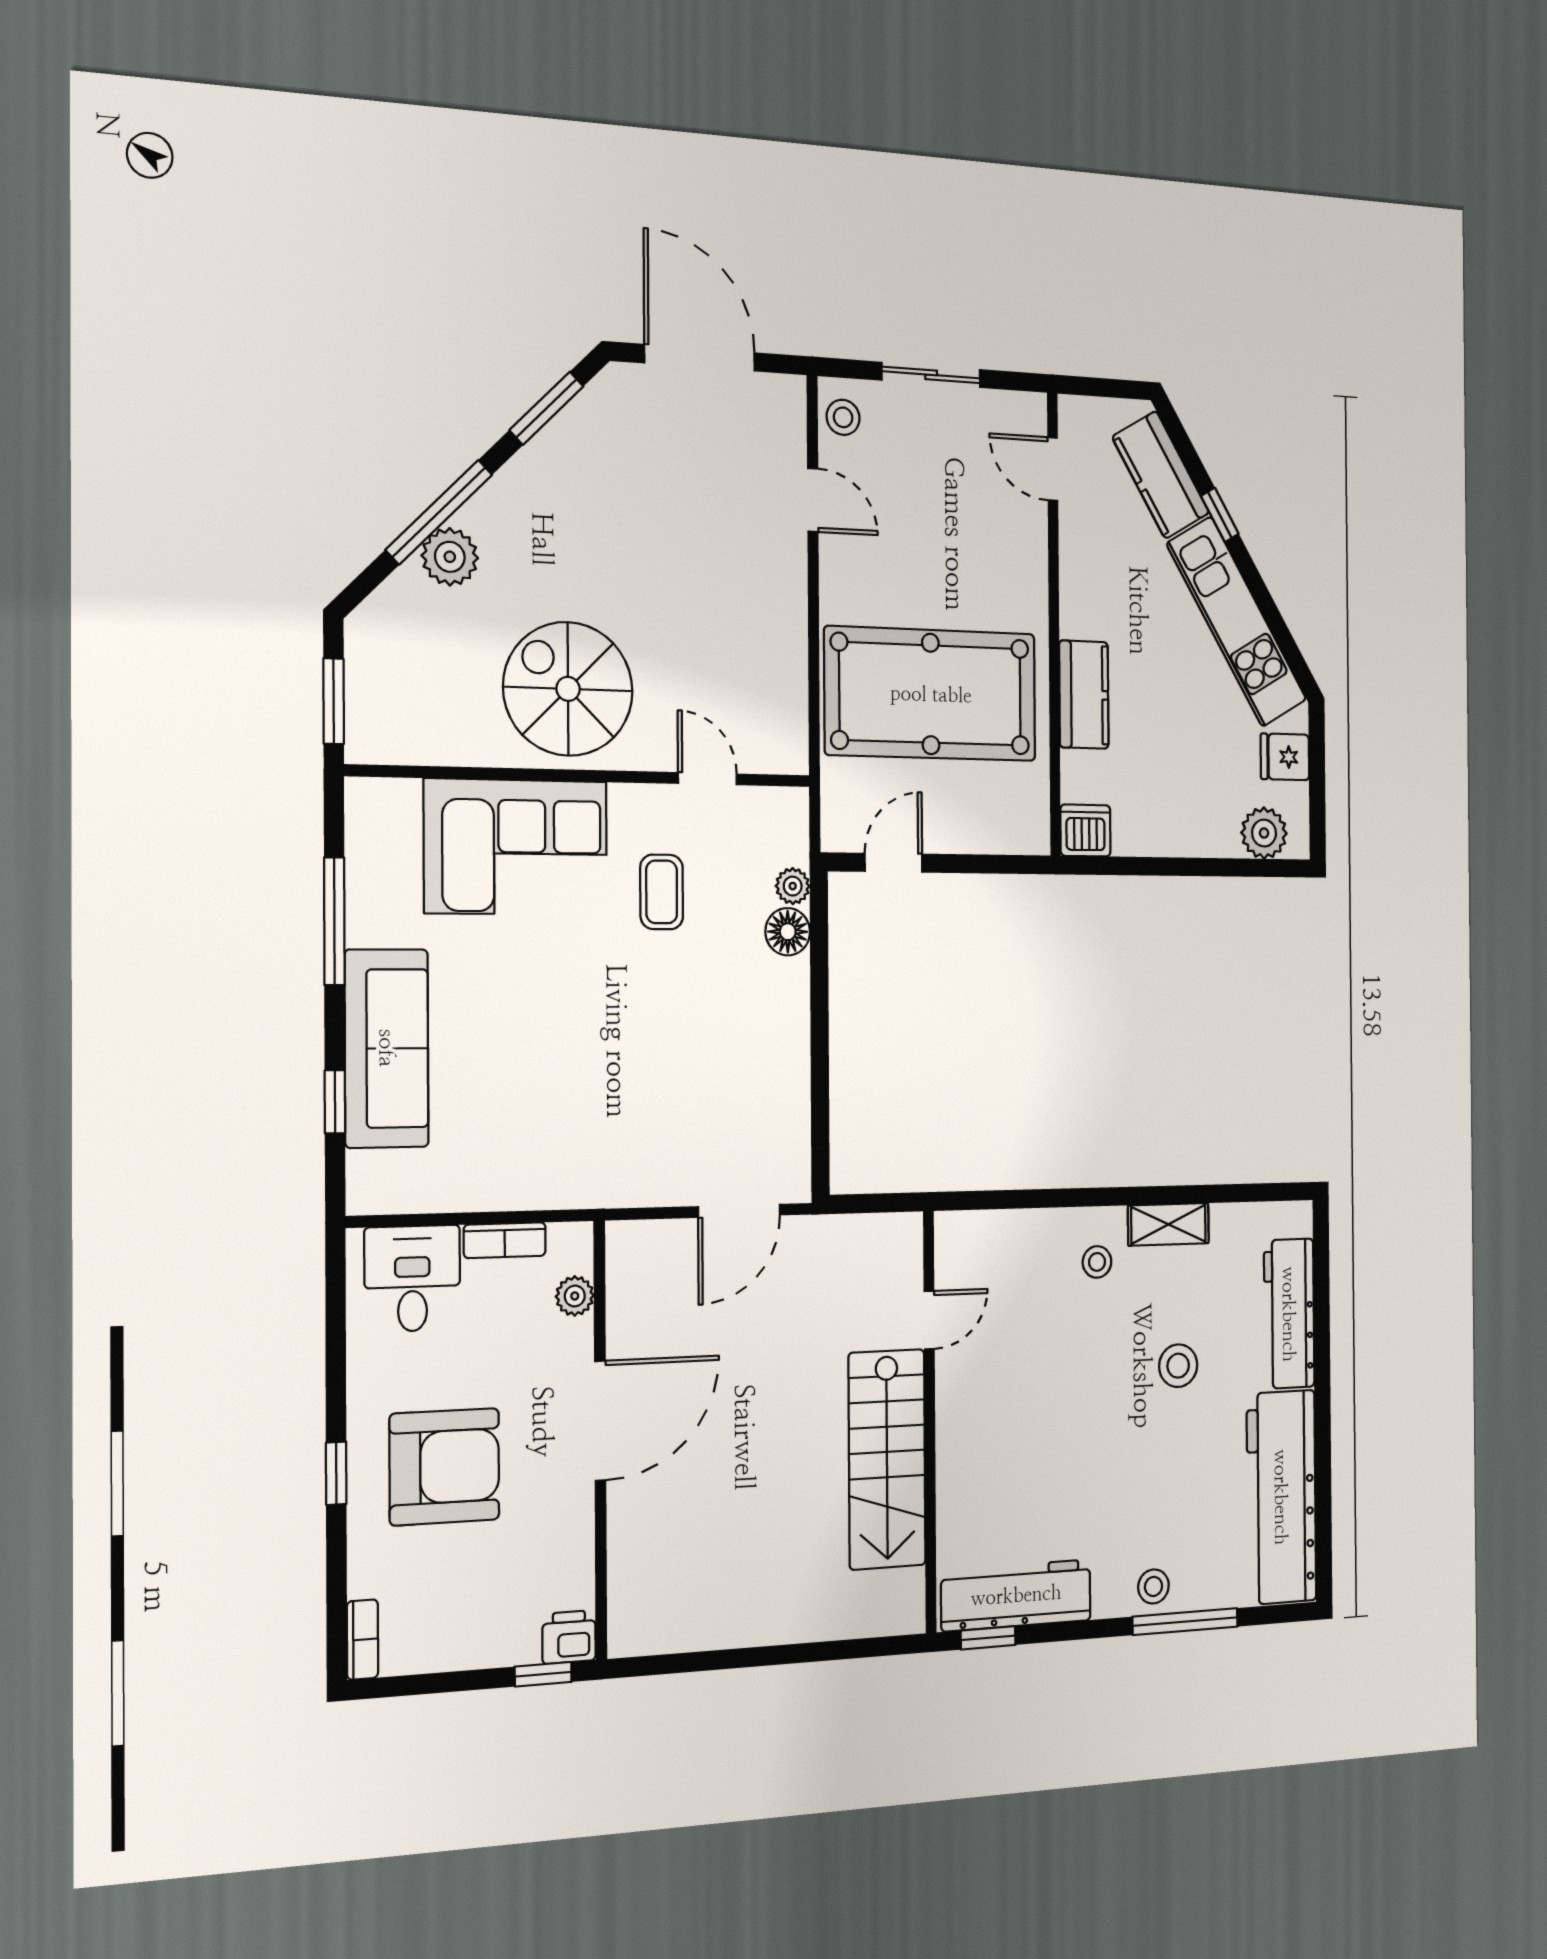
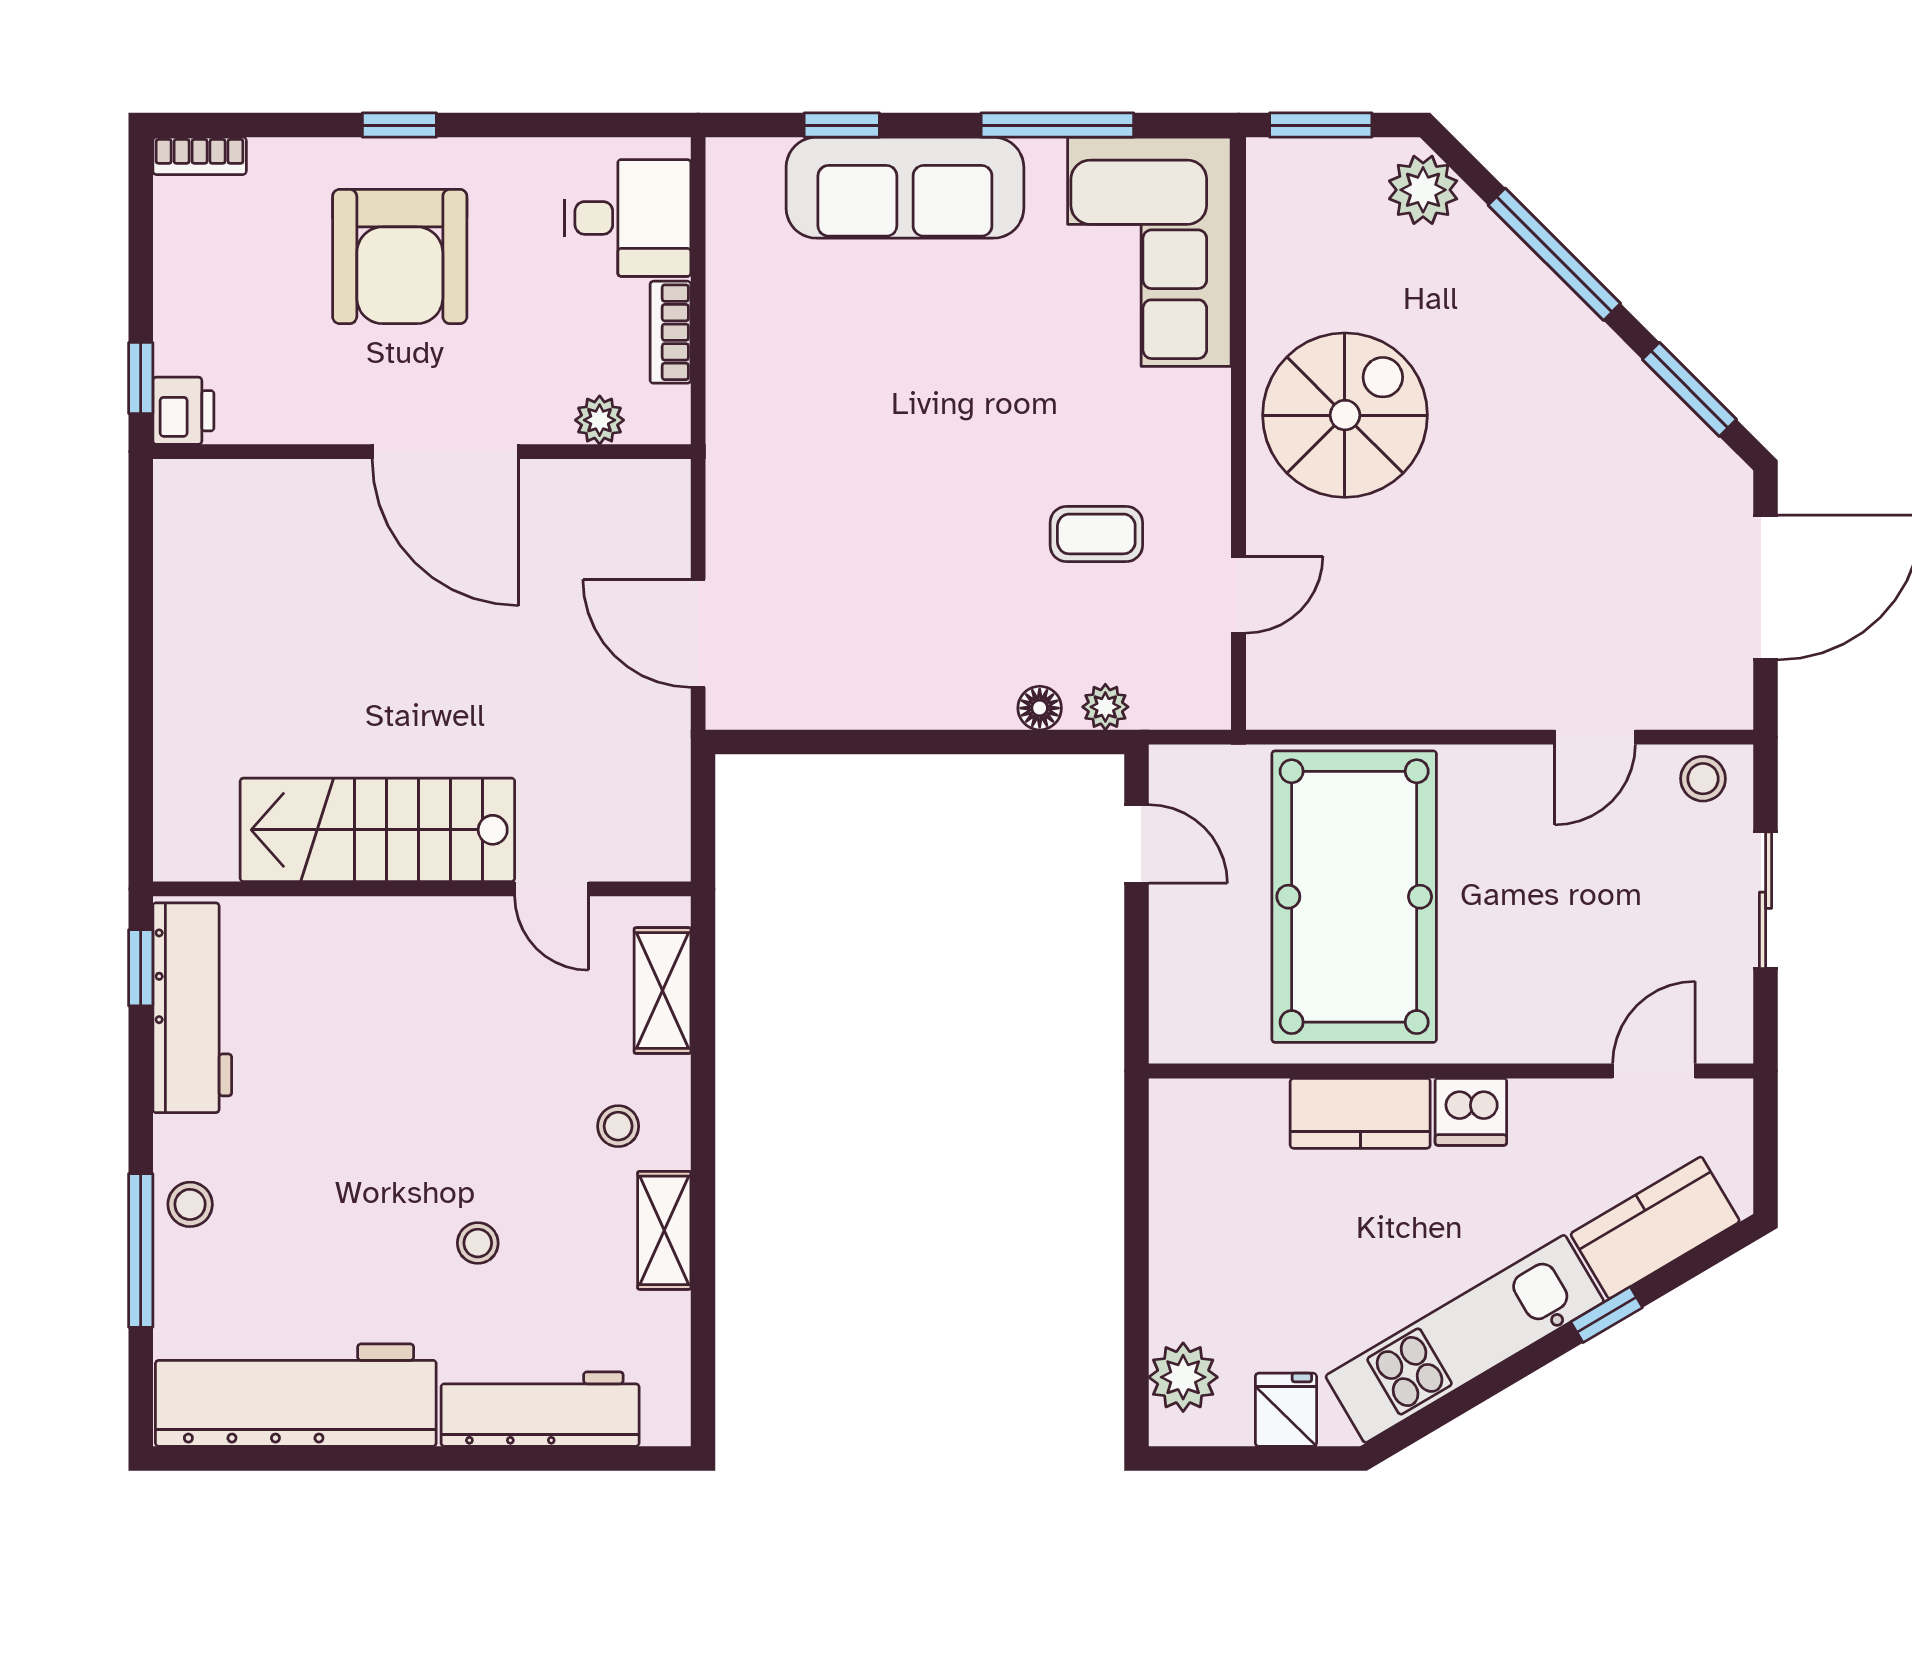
plant: (450, 557) -> (1423, 190), moved
dishwasher: (1085, 831) -> (1471, 1112), moved, turned 90
corner sofa: (516, 847) -> (1149, 252), moved
floor lamp: (788, 932) -> (1040, 708), width x0.73, depth x0.73
shelving: (1002, 1231) -> (663, 991), added
stool: (1178, 1366) -> (478, 1243), width x0.73, depth x0.73

